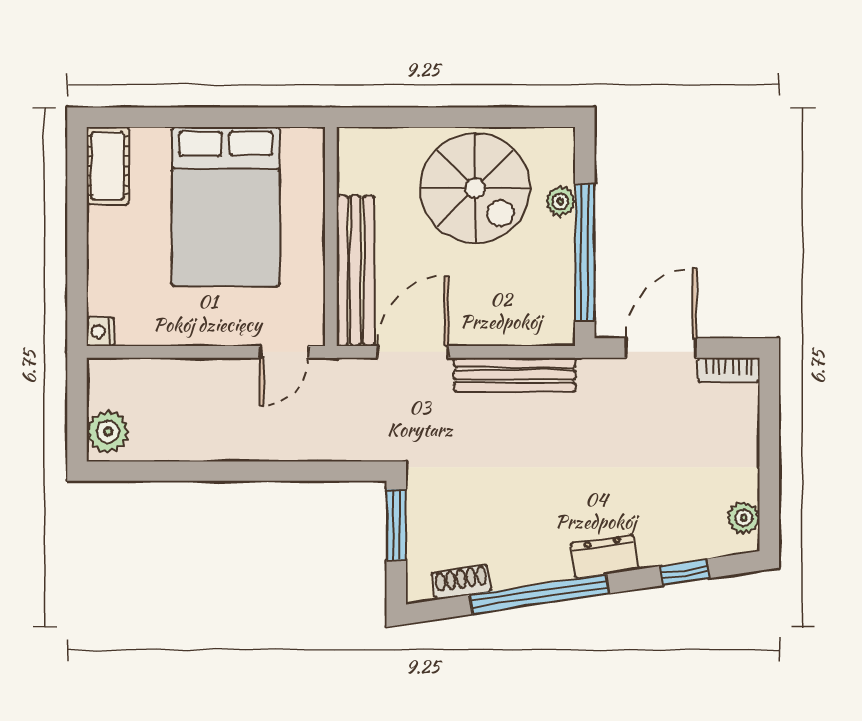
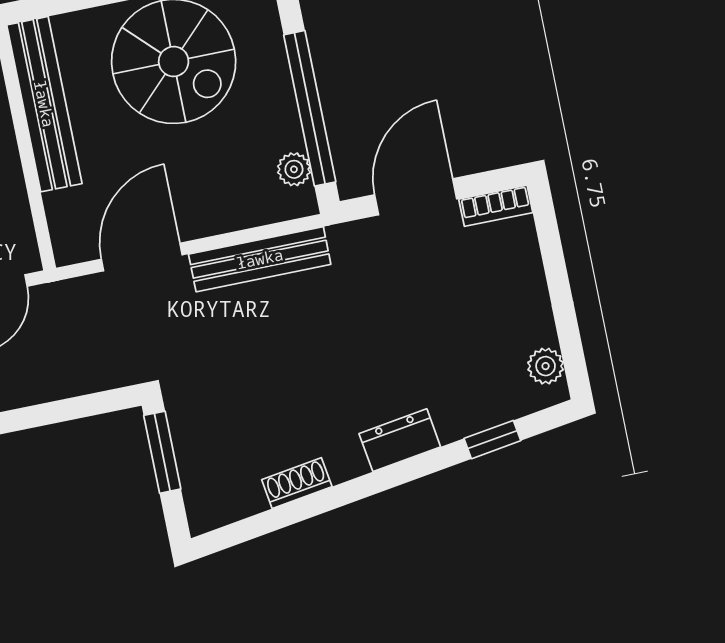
plant: (560, 202) -> (294, 169), moved
bench: (355, 271) -> (44, 104), moved
shoe rack: (461, 582) -> (297, 483), moved
window: (539, 594) -> (336, 497), removed

